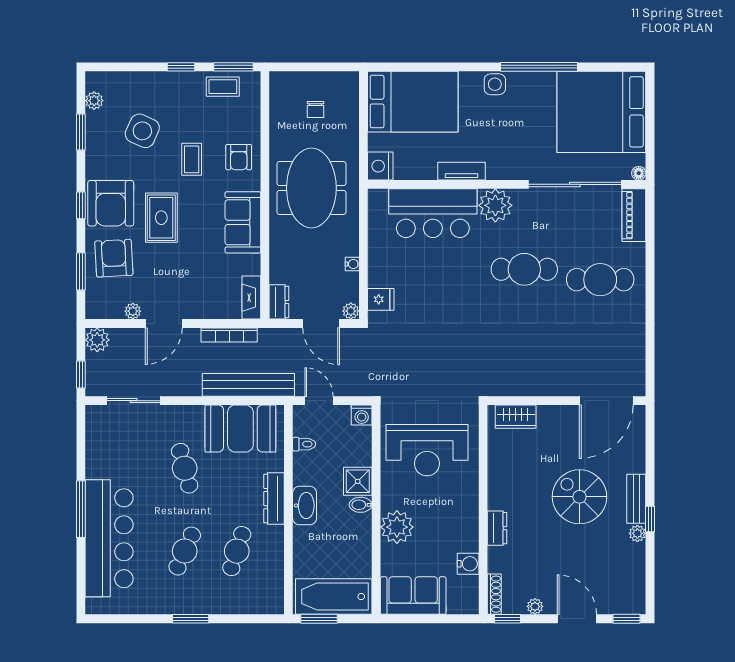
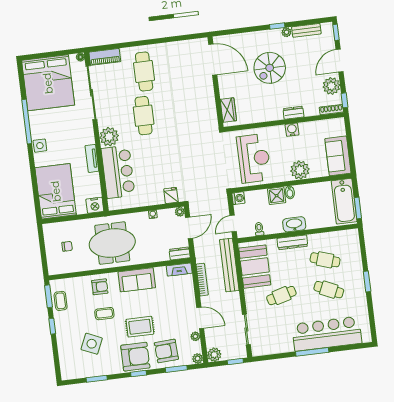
plant: (94, 101) -> (198, 358), moved
bench: (636, 499) -> (306, 30), moved
water cooler: (468, 564) -> (292, 130), moved
plant: (535, 606) -> (331, 86), width x1.88, depth x1.88

